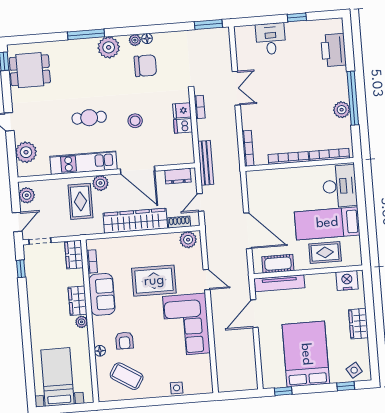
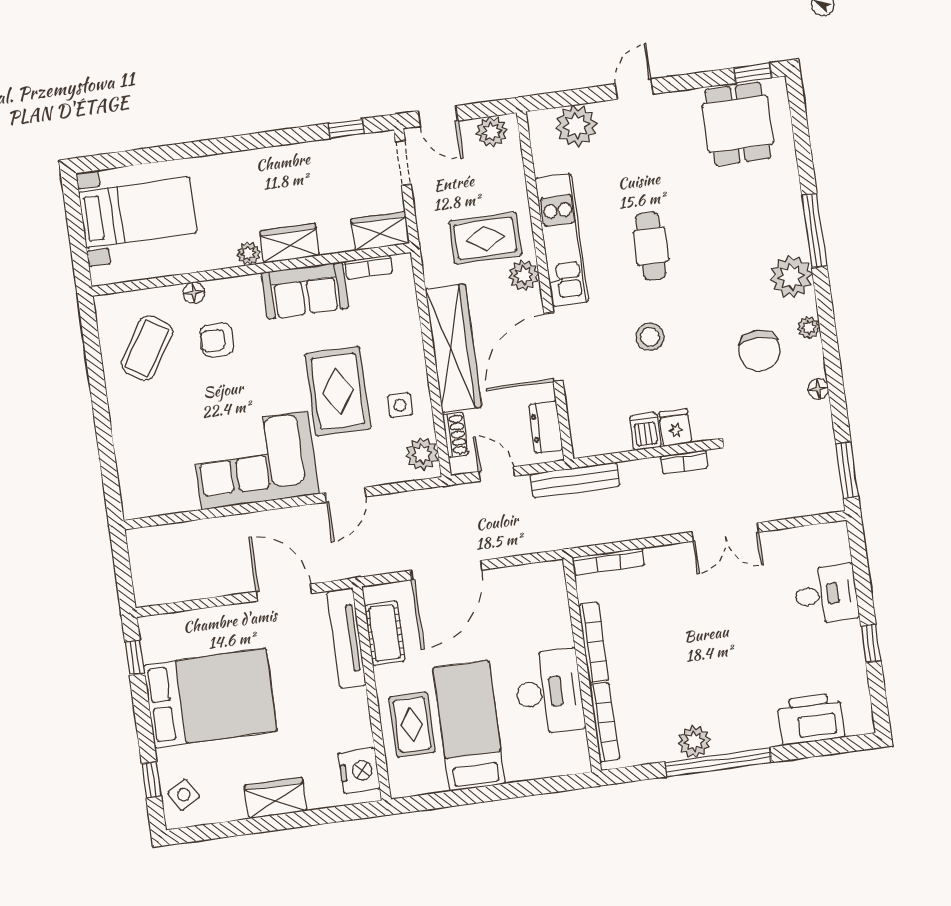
floor lamp: (147, 39) -> (818, 389), moved
desk: (340, 186) -> (549, 692), moved, turned -90
side table: (177, 388) -> (400, 405), moved

